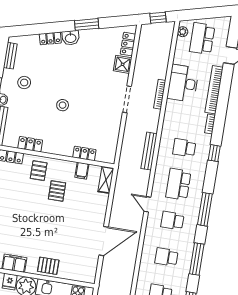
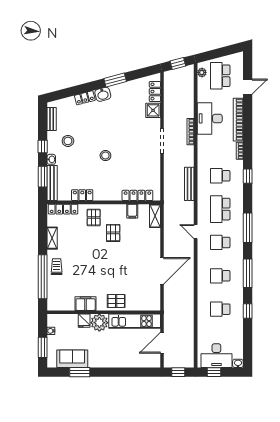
locker: (84, 153) -> (137, 195), width x1.53

